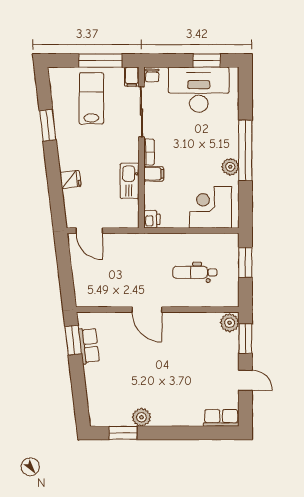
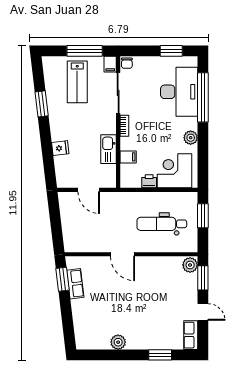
desk: (199, 90) -> (179, 92), moved, turned 90
lab bench: (91, 98) -> (77, 82), turned 180
window: (245, 150) -> (203, 97), moved
filing cabinet: (154, 174) -> (128, 157), moved
printer: (152, 219) -> (149, 181), moved, turned -90
door: (89, 231) -> (89, 190), moved
dental chair: (195, 272) -> (162, 224), width x1.36, depth x1.38
row of seats: (221, 418) -> (191, 335), moved, turned -90
window: (123, 433) -> (160, 355), moved

